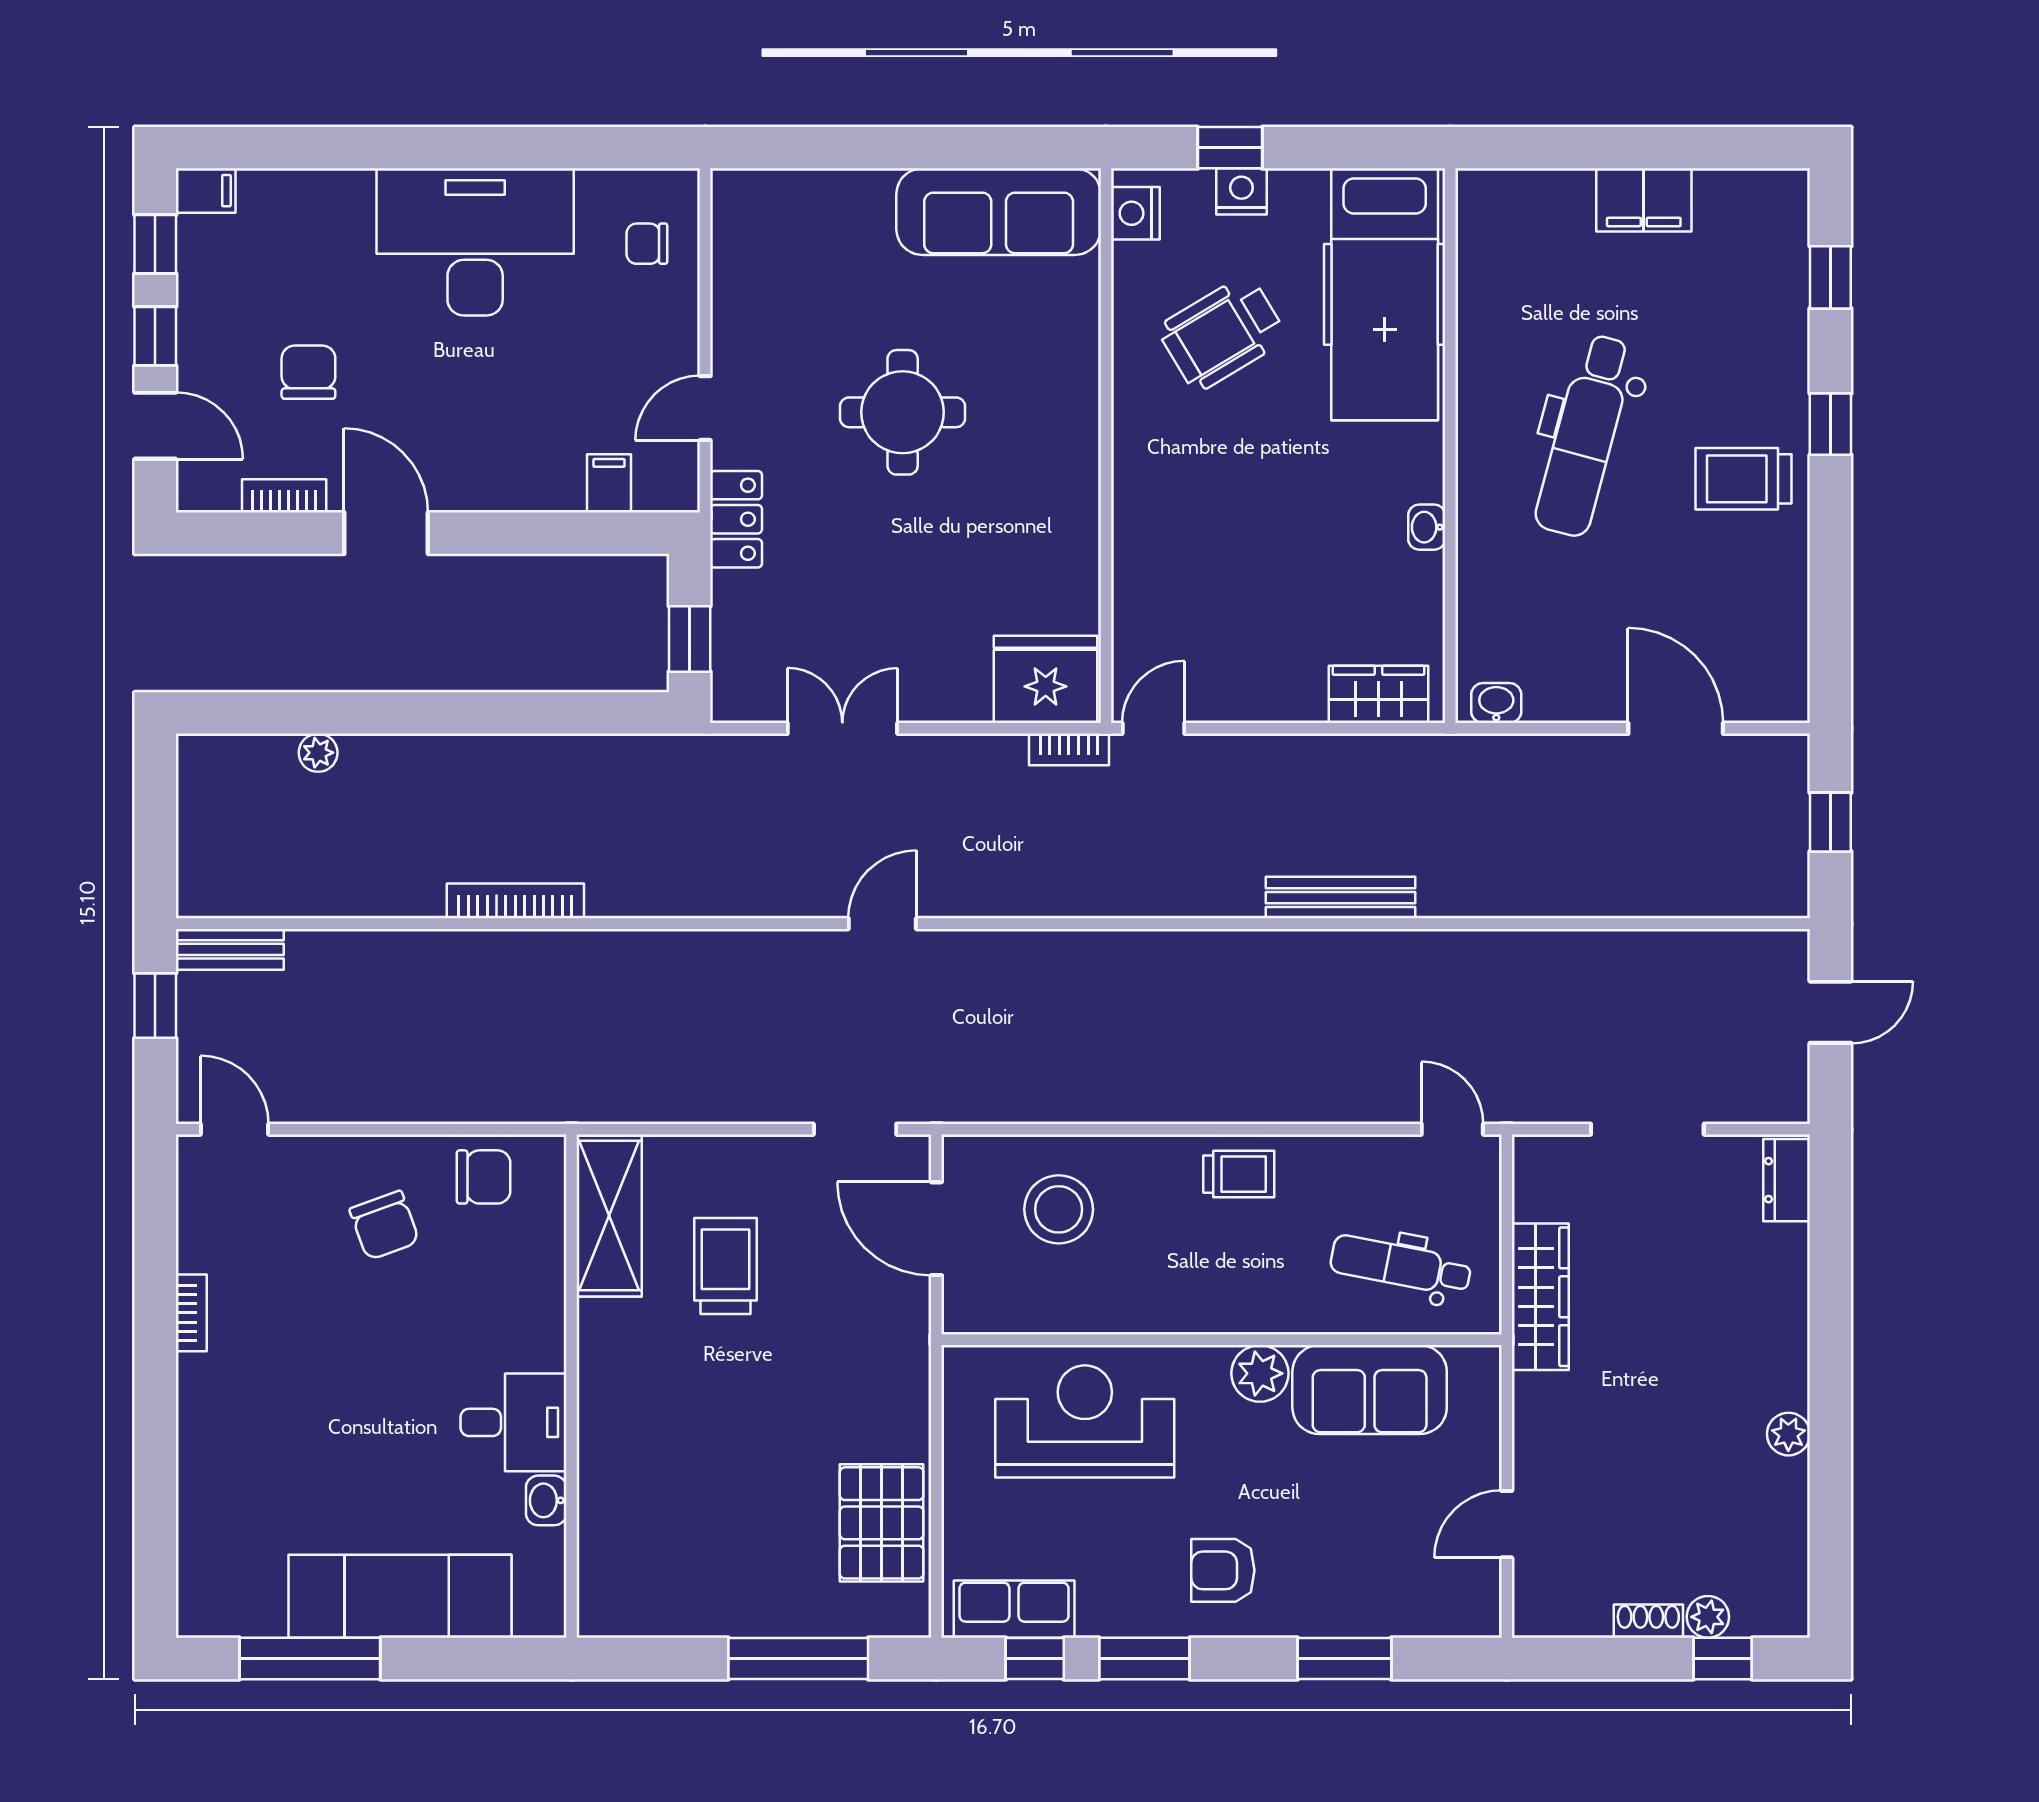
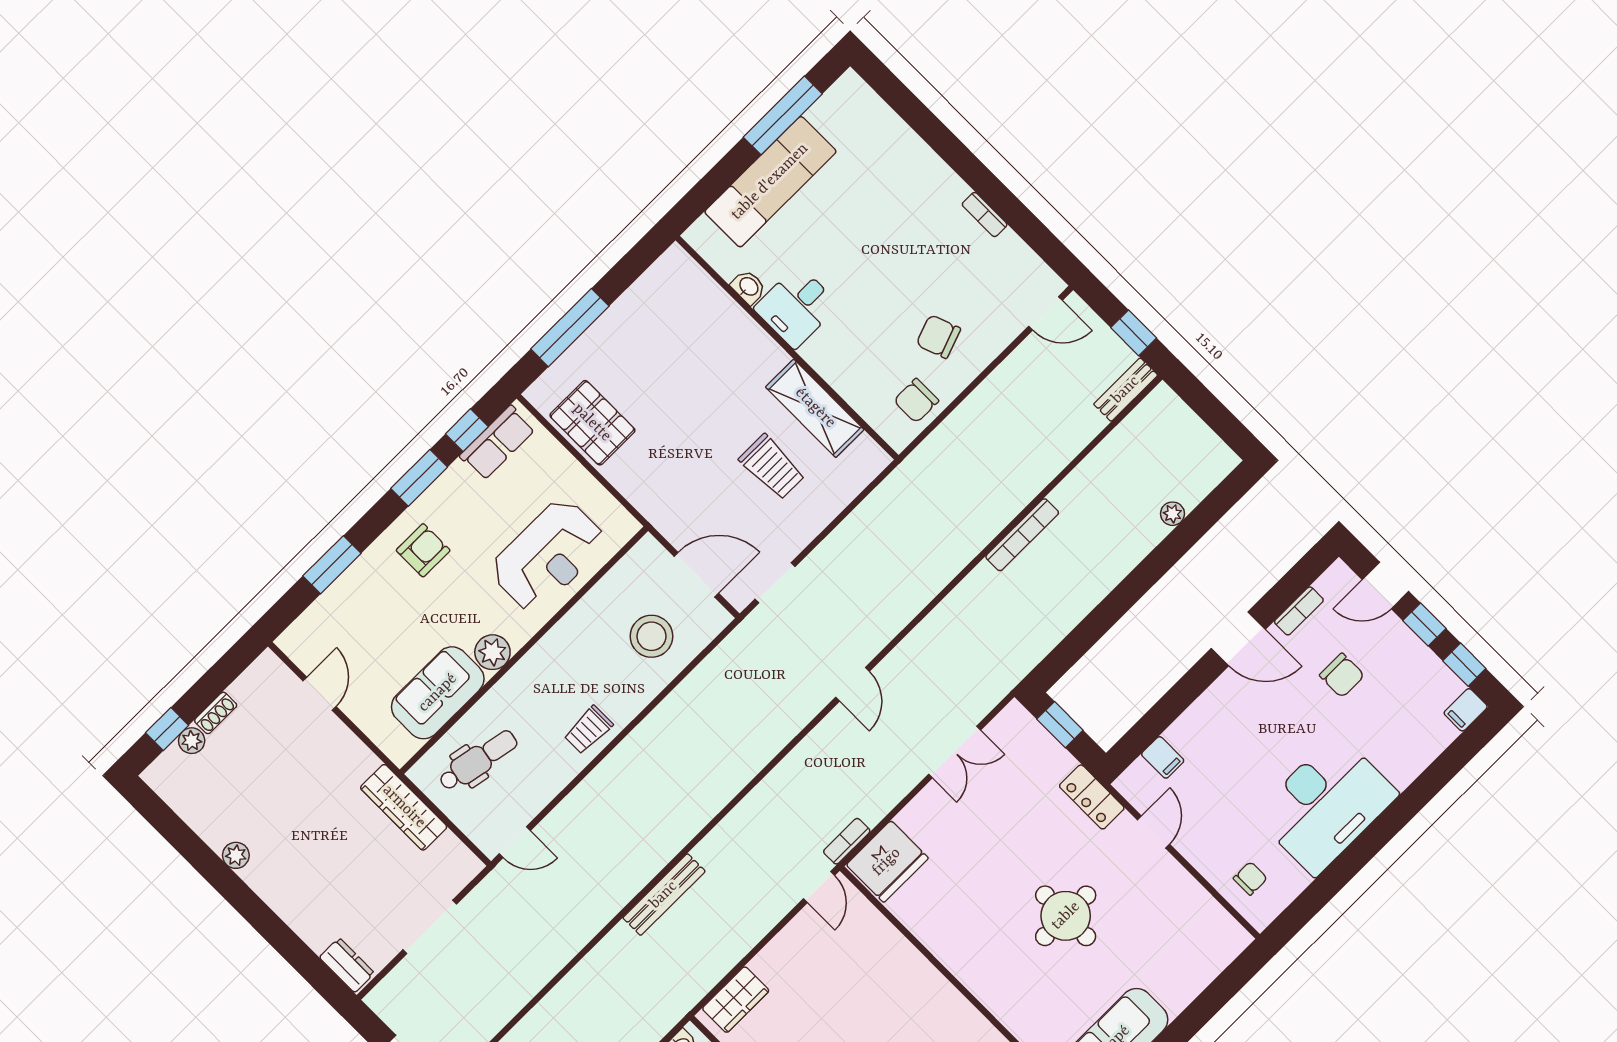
shelving: (609, 1215) -> (815, 408), moved

